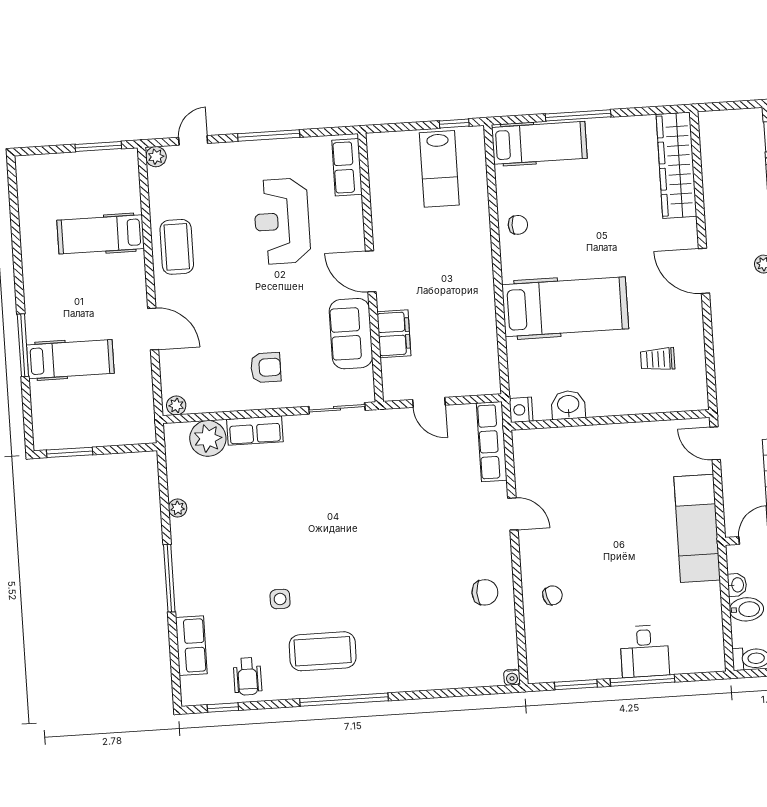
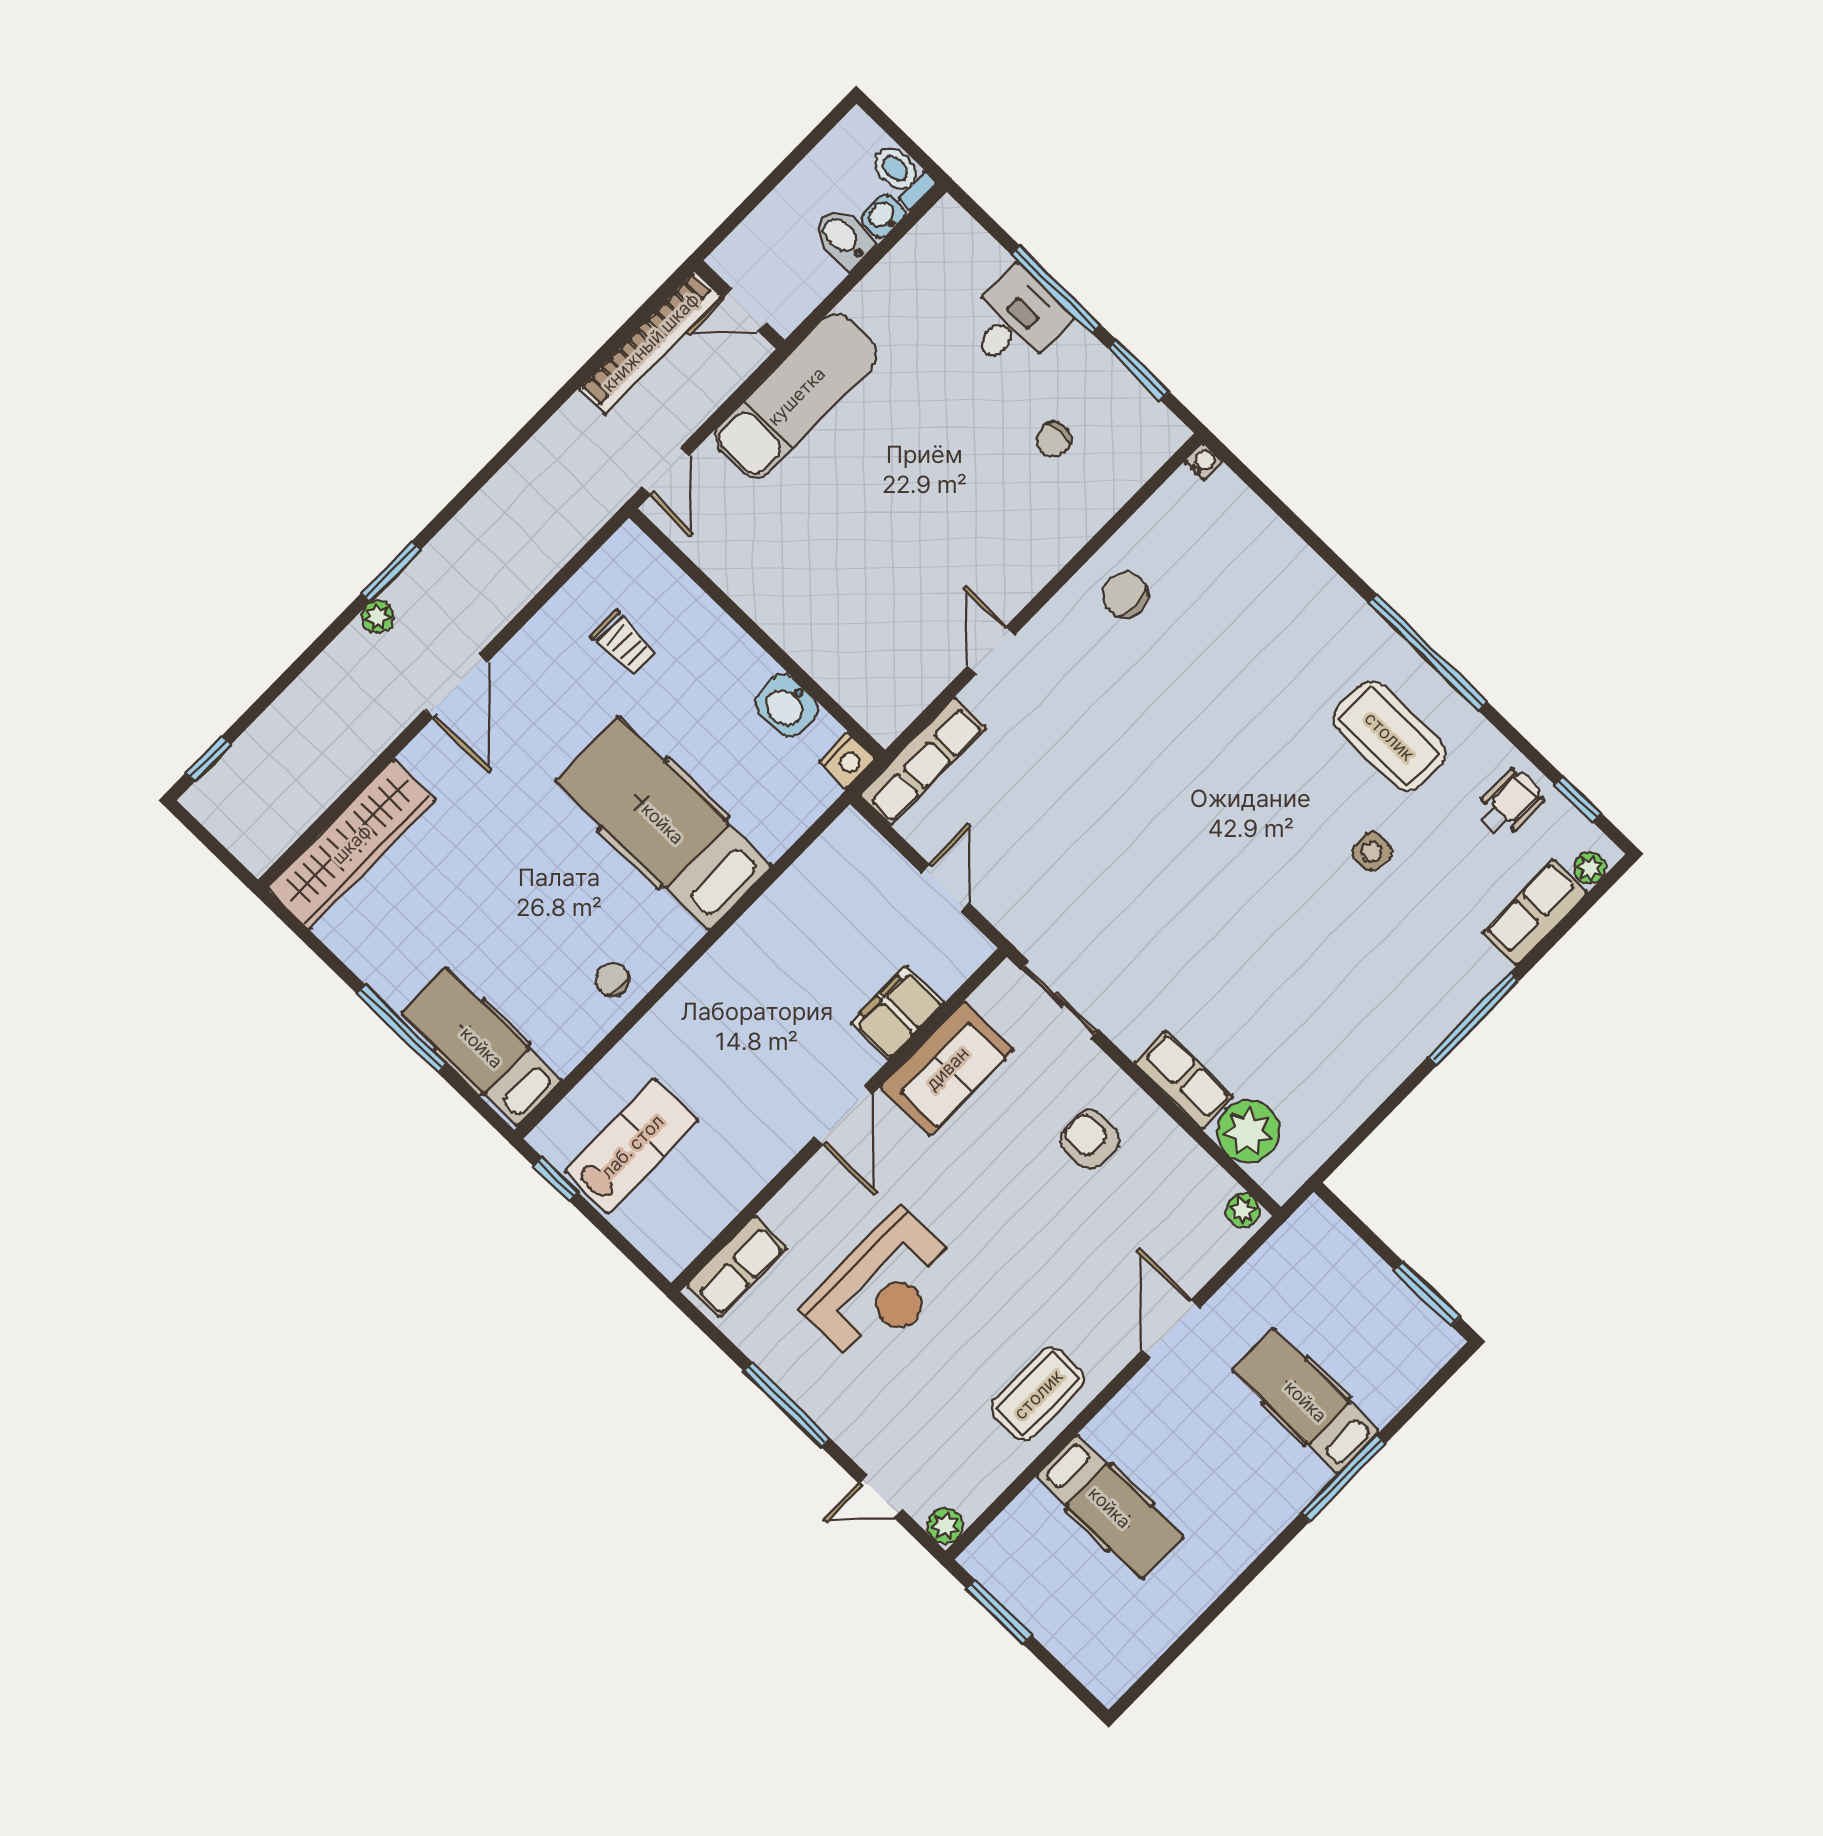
plant: (178, 508) -> (1590, 868), moved
washbasin: (737, 585) -> (883, 216), moved
chair: (552, 595) -> (1054, 440), moved, turned -78

